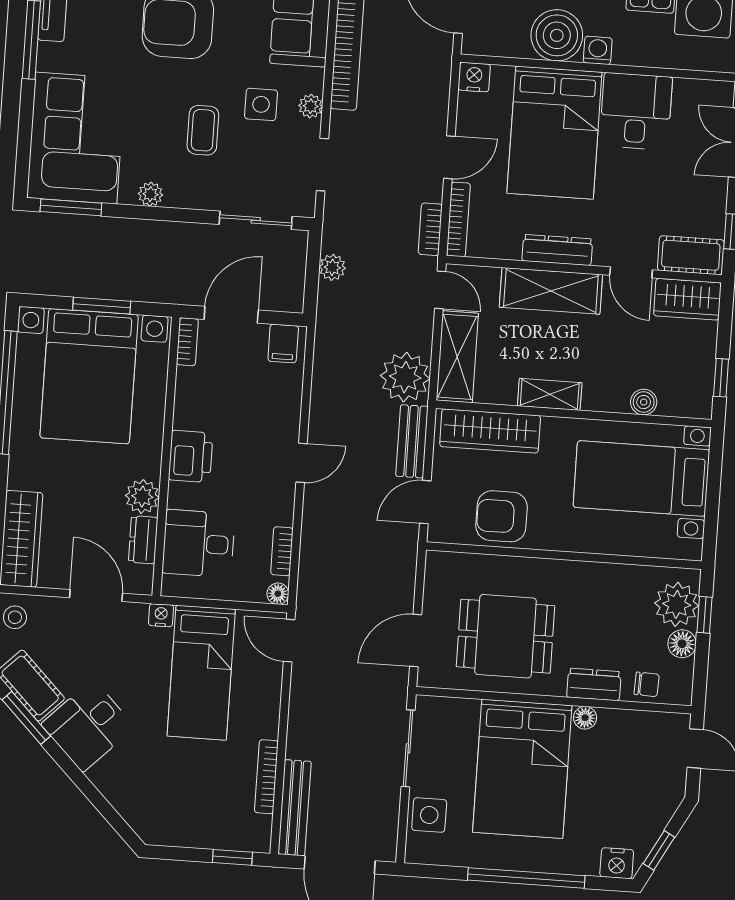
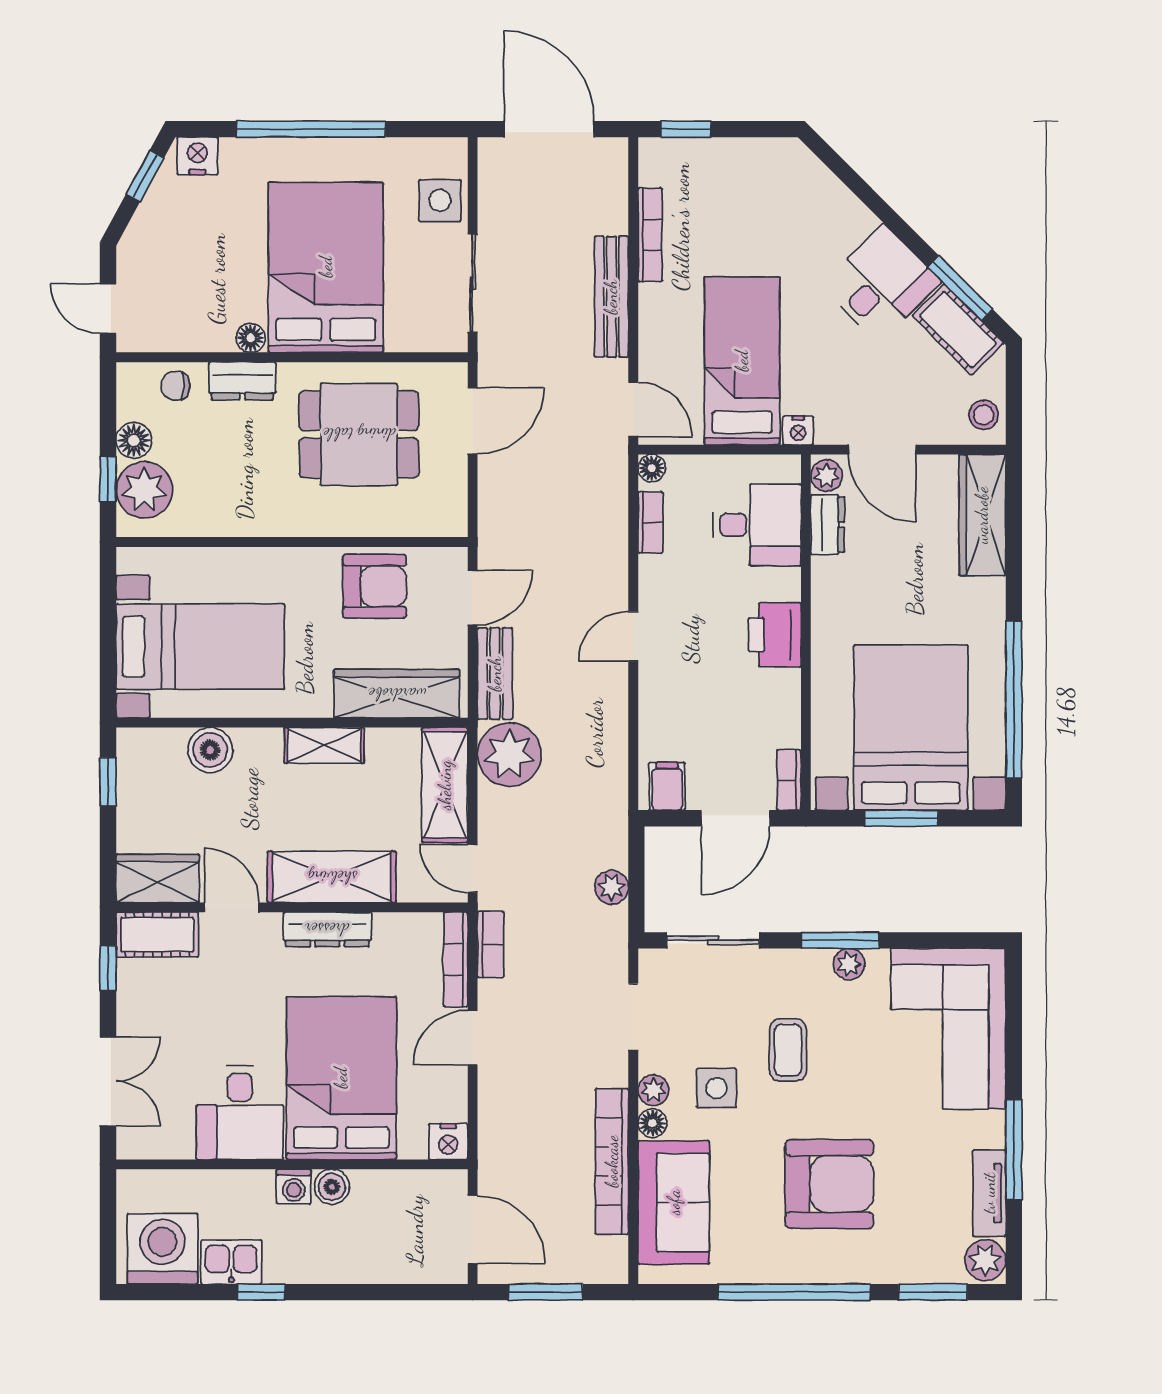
boiler: (557, 35) -> (332, 1187), width x0.54, depth x0.54
floor lamp: (313, 80) -> (652, 1123), added
window: (71, 207) -> (840, 940), moved
boiler: (644, 402) -> (210, 750), width x1.36, depth x1.36
plant: (142, 496) -> (827, 476), moved, width x0.73, depth x0.73
bench: (295, 808) -> (611, 297), moved

